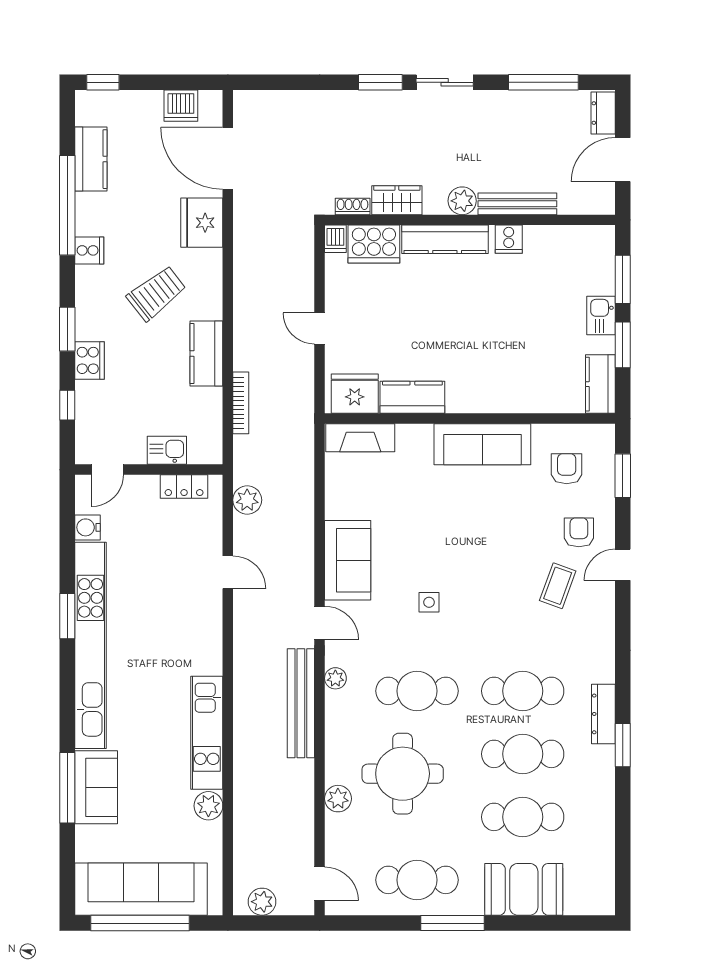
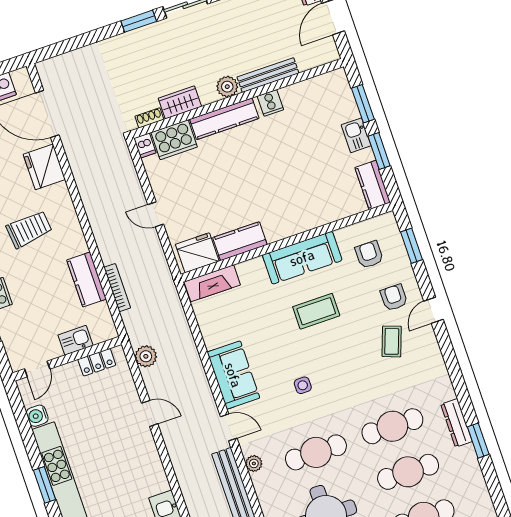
trolley: (156, 293) -> (29, 229), turned 32
kitchen counter: (206, 354) -> (87, 280), moved
coffee table: (477, 516) -> (316, 311), added

